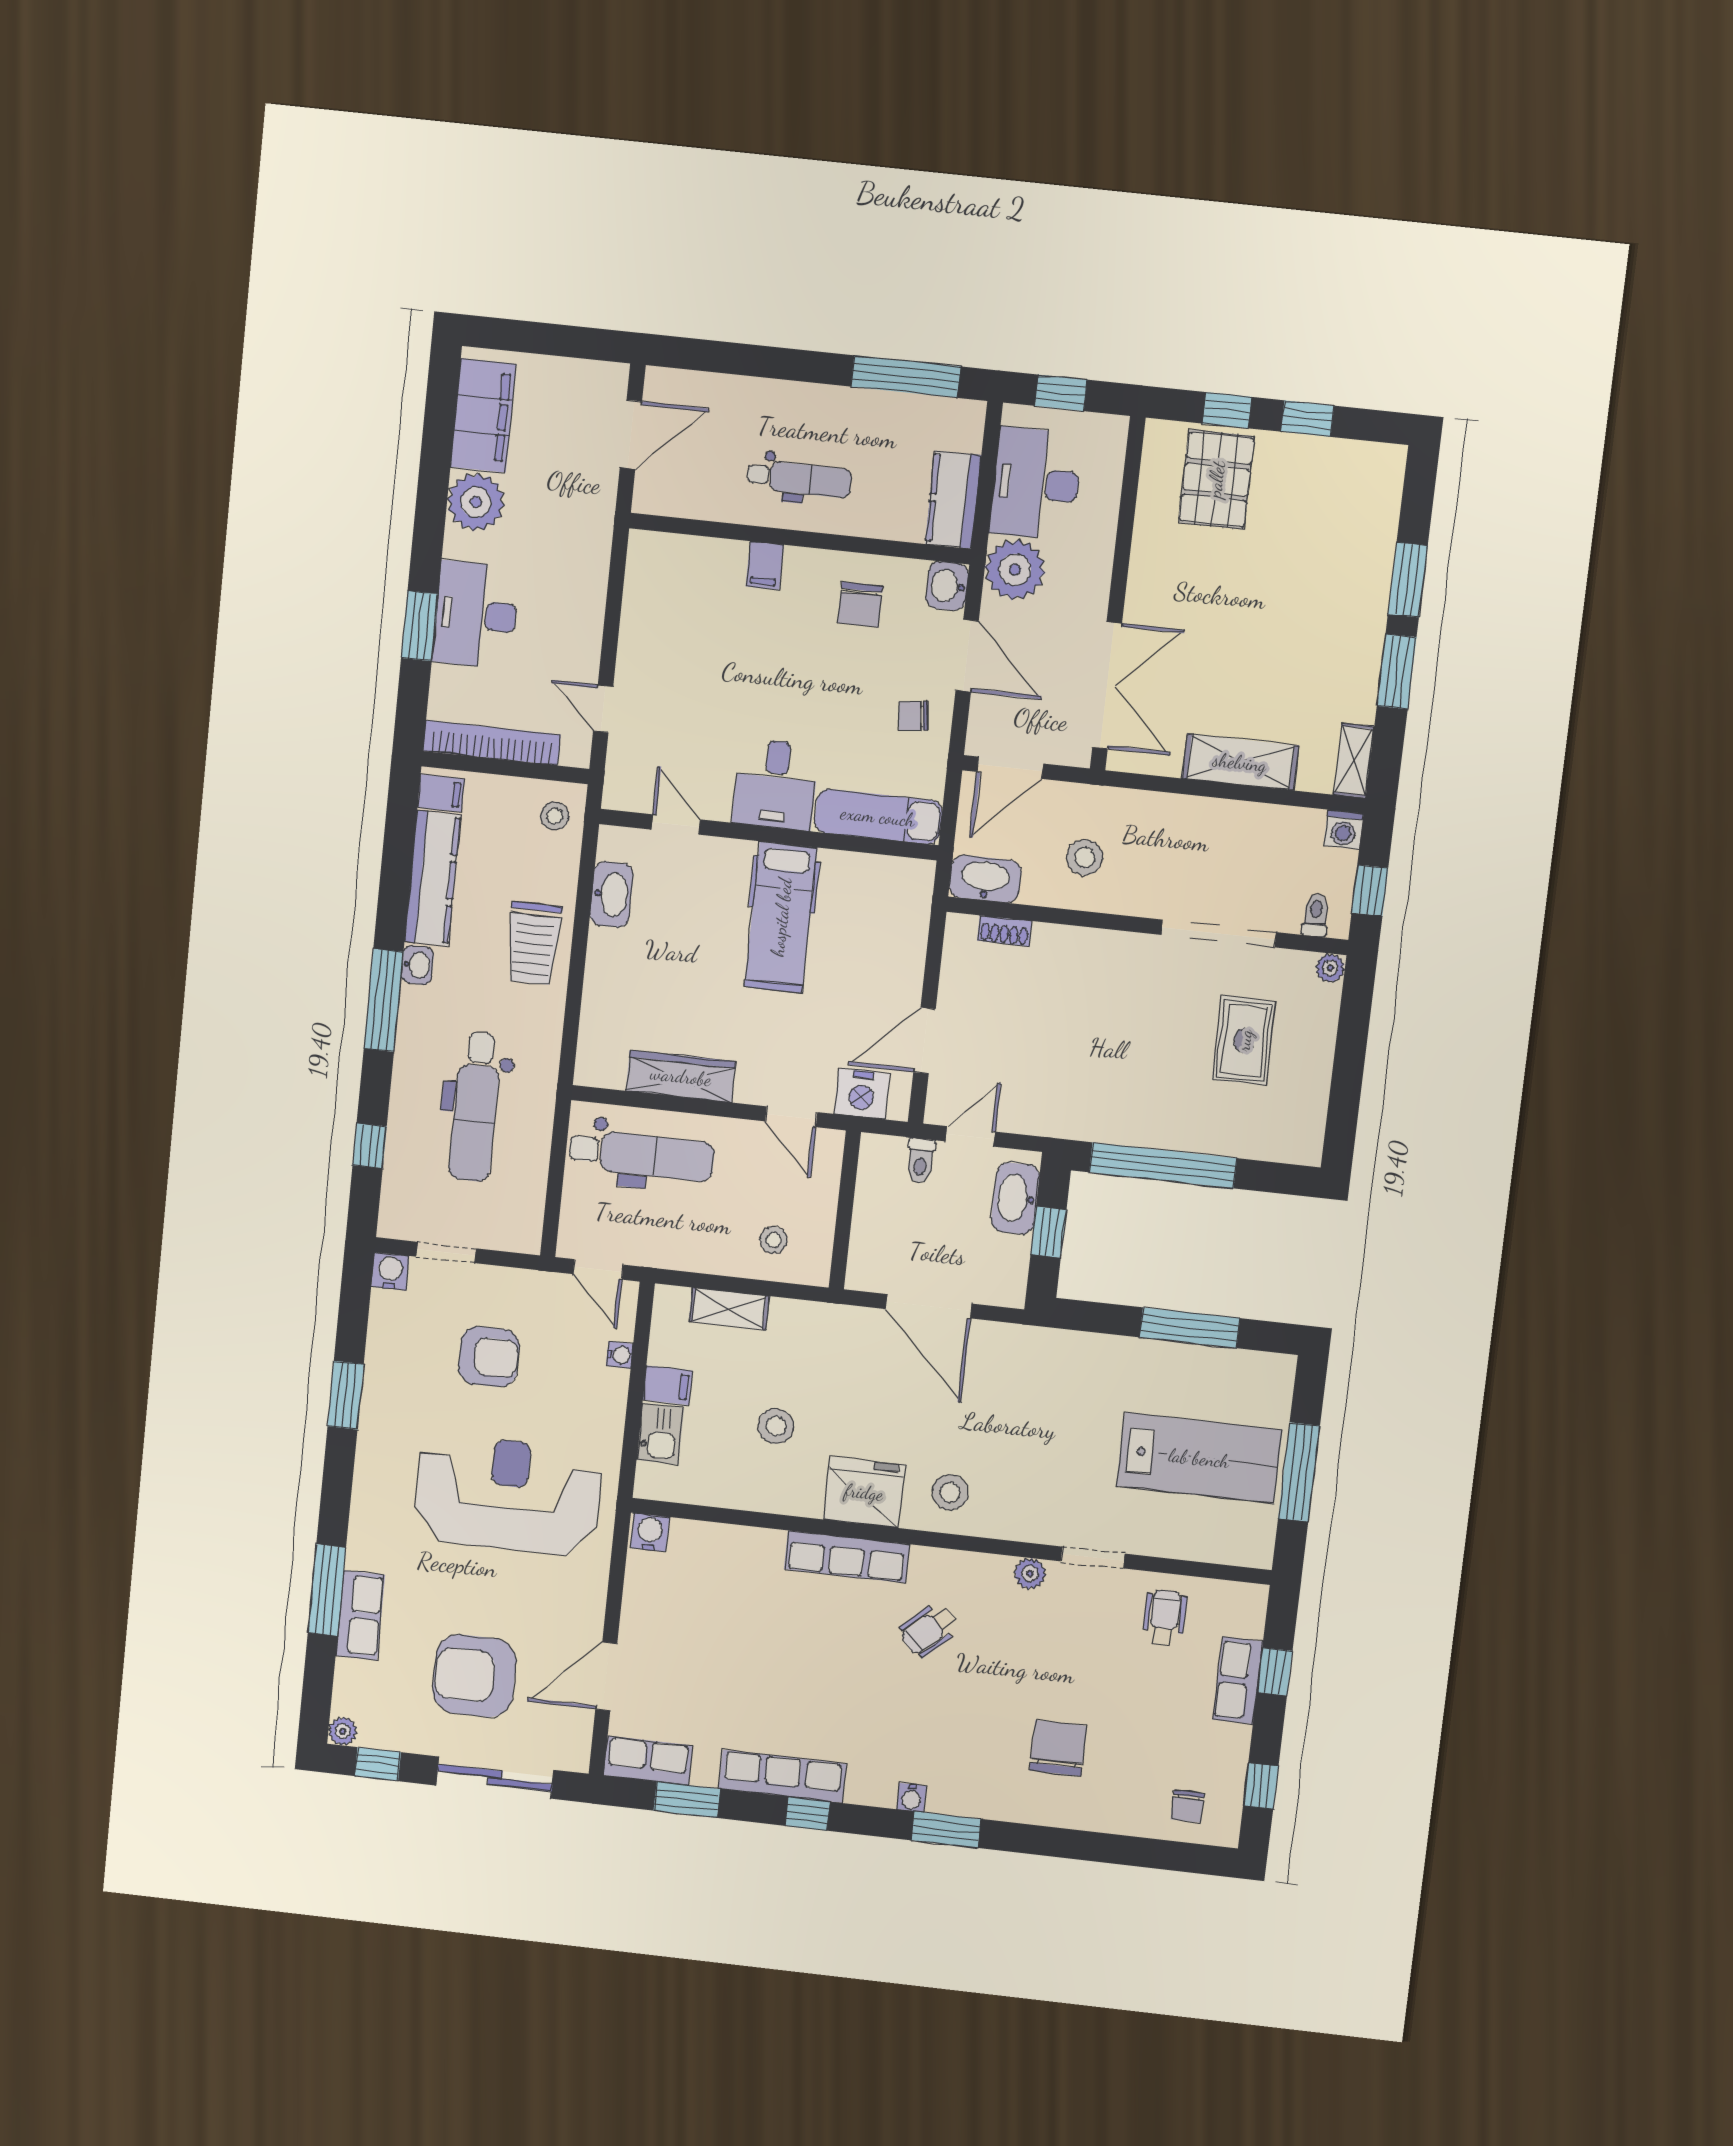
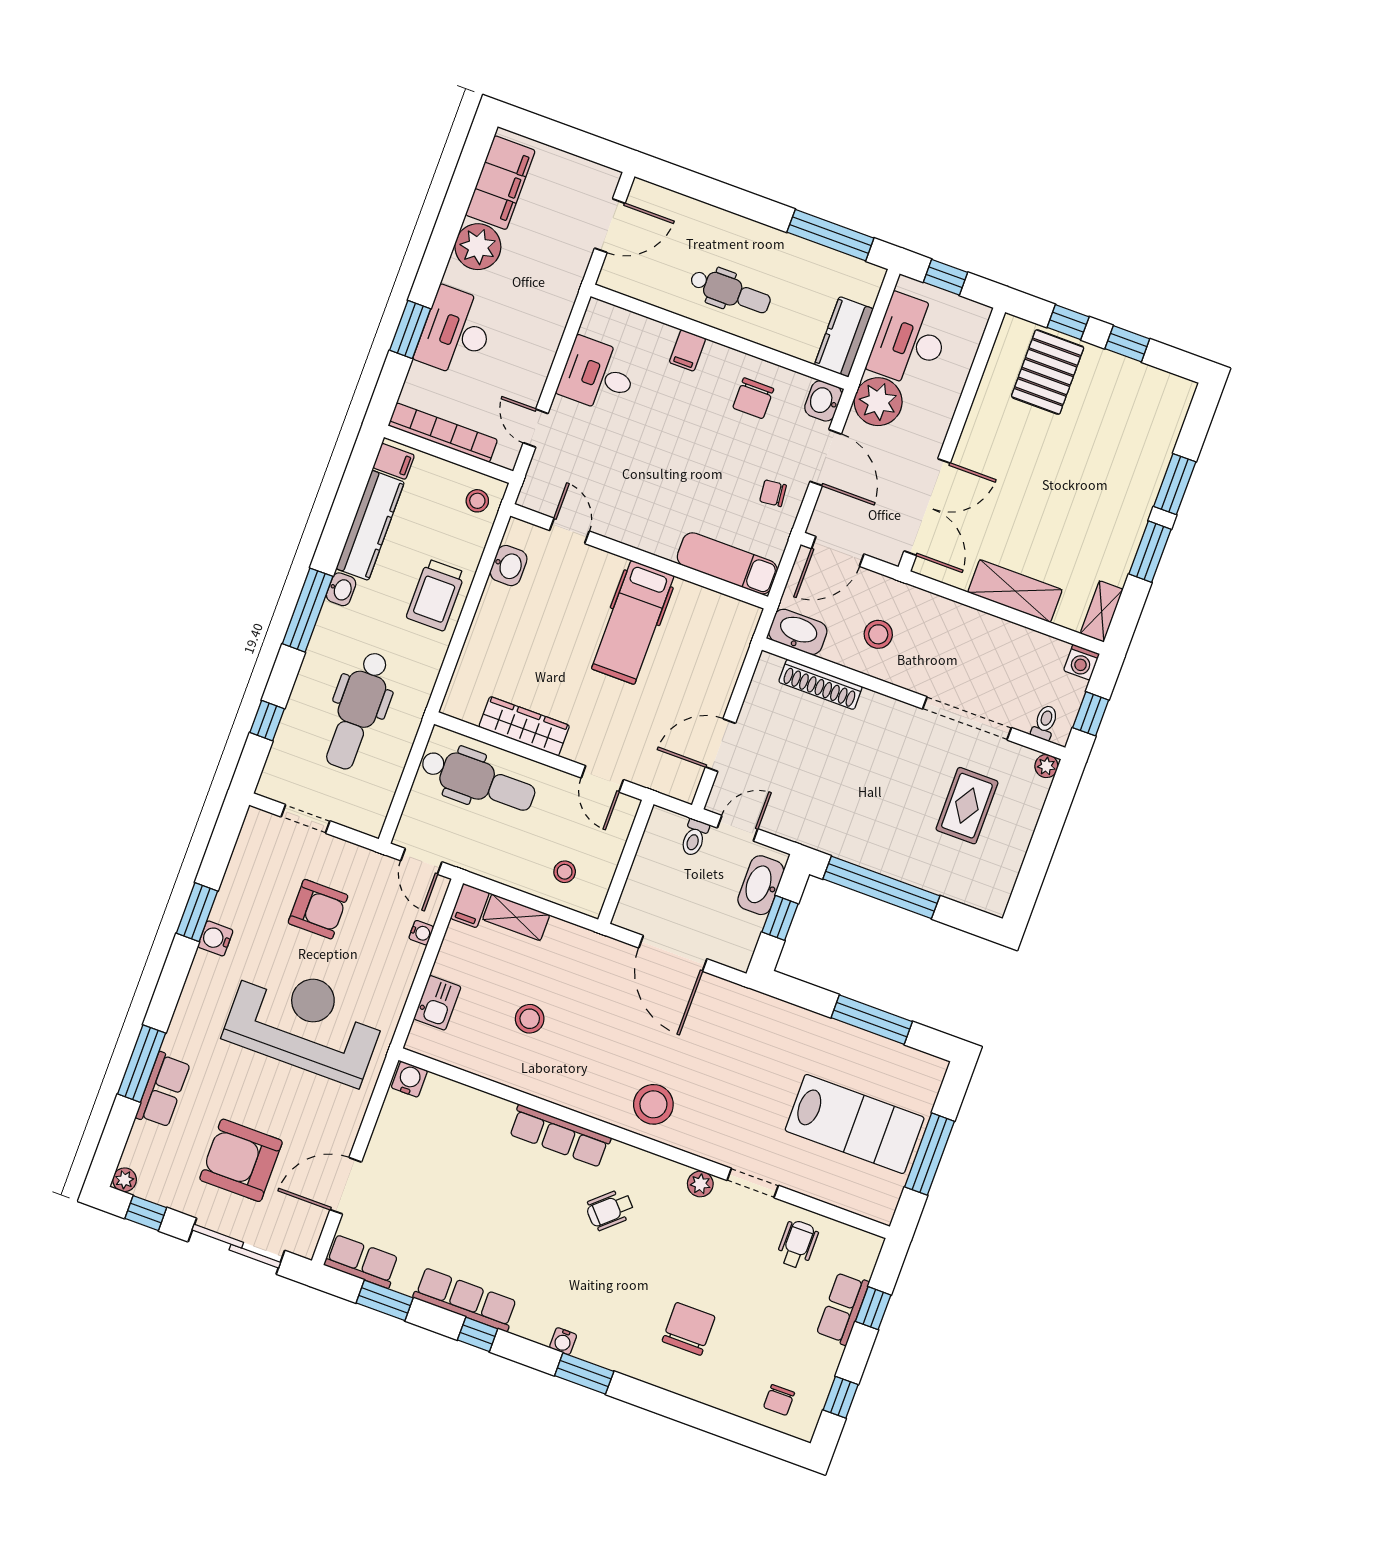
desk: (775, 784) -> (598, 375), moved, turned 90
washbasin: (612, 894) -> (509, 566), width x0.72
shoe rack: (1004, 931) -> (820, 684), width x1.94, depth x1.24
nightstand: (862, 1094) -> (661, 774), removed
water cooler: (390, 1271) -> (215, 938), moved, turned -90
filing cabinet: (668, 1385) -> (470, 906), moved, turned 90
fridge: (864, 1492) -> (586, 1088), removed
stool: (950, 1492) -> (653, 1104), width x1.38, depth x1.38

